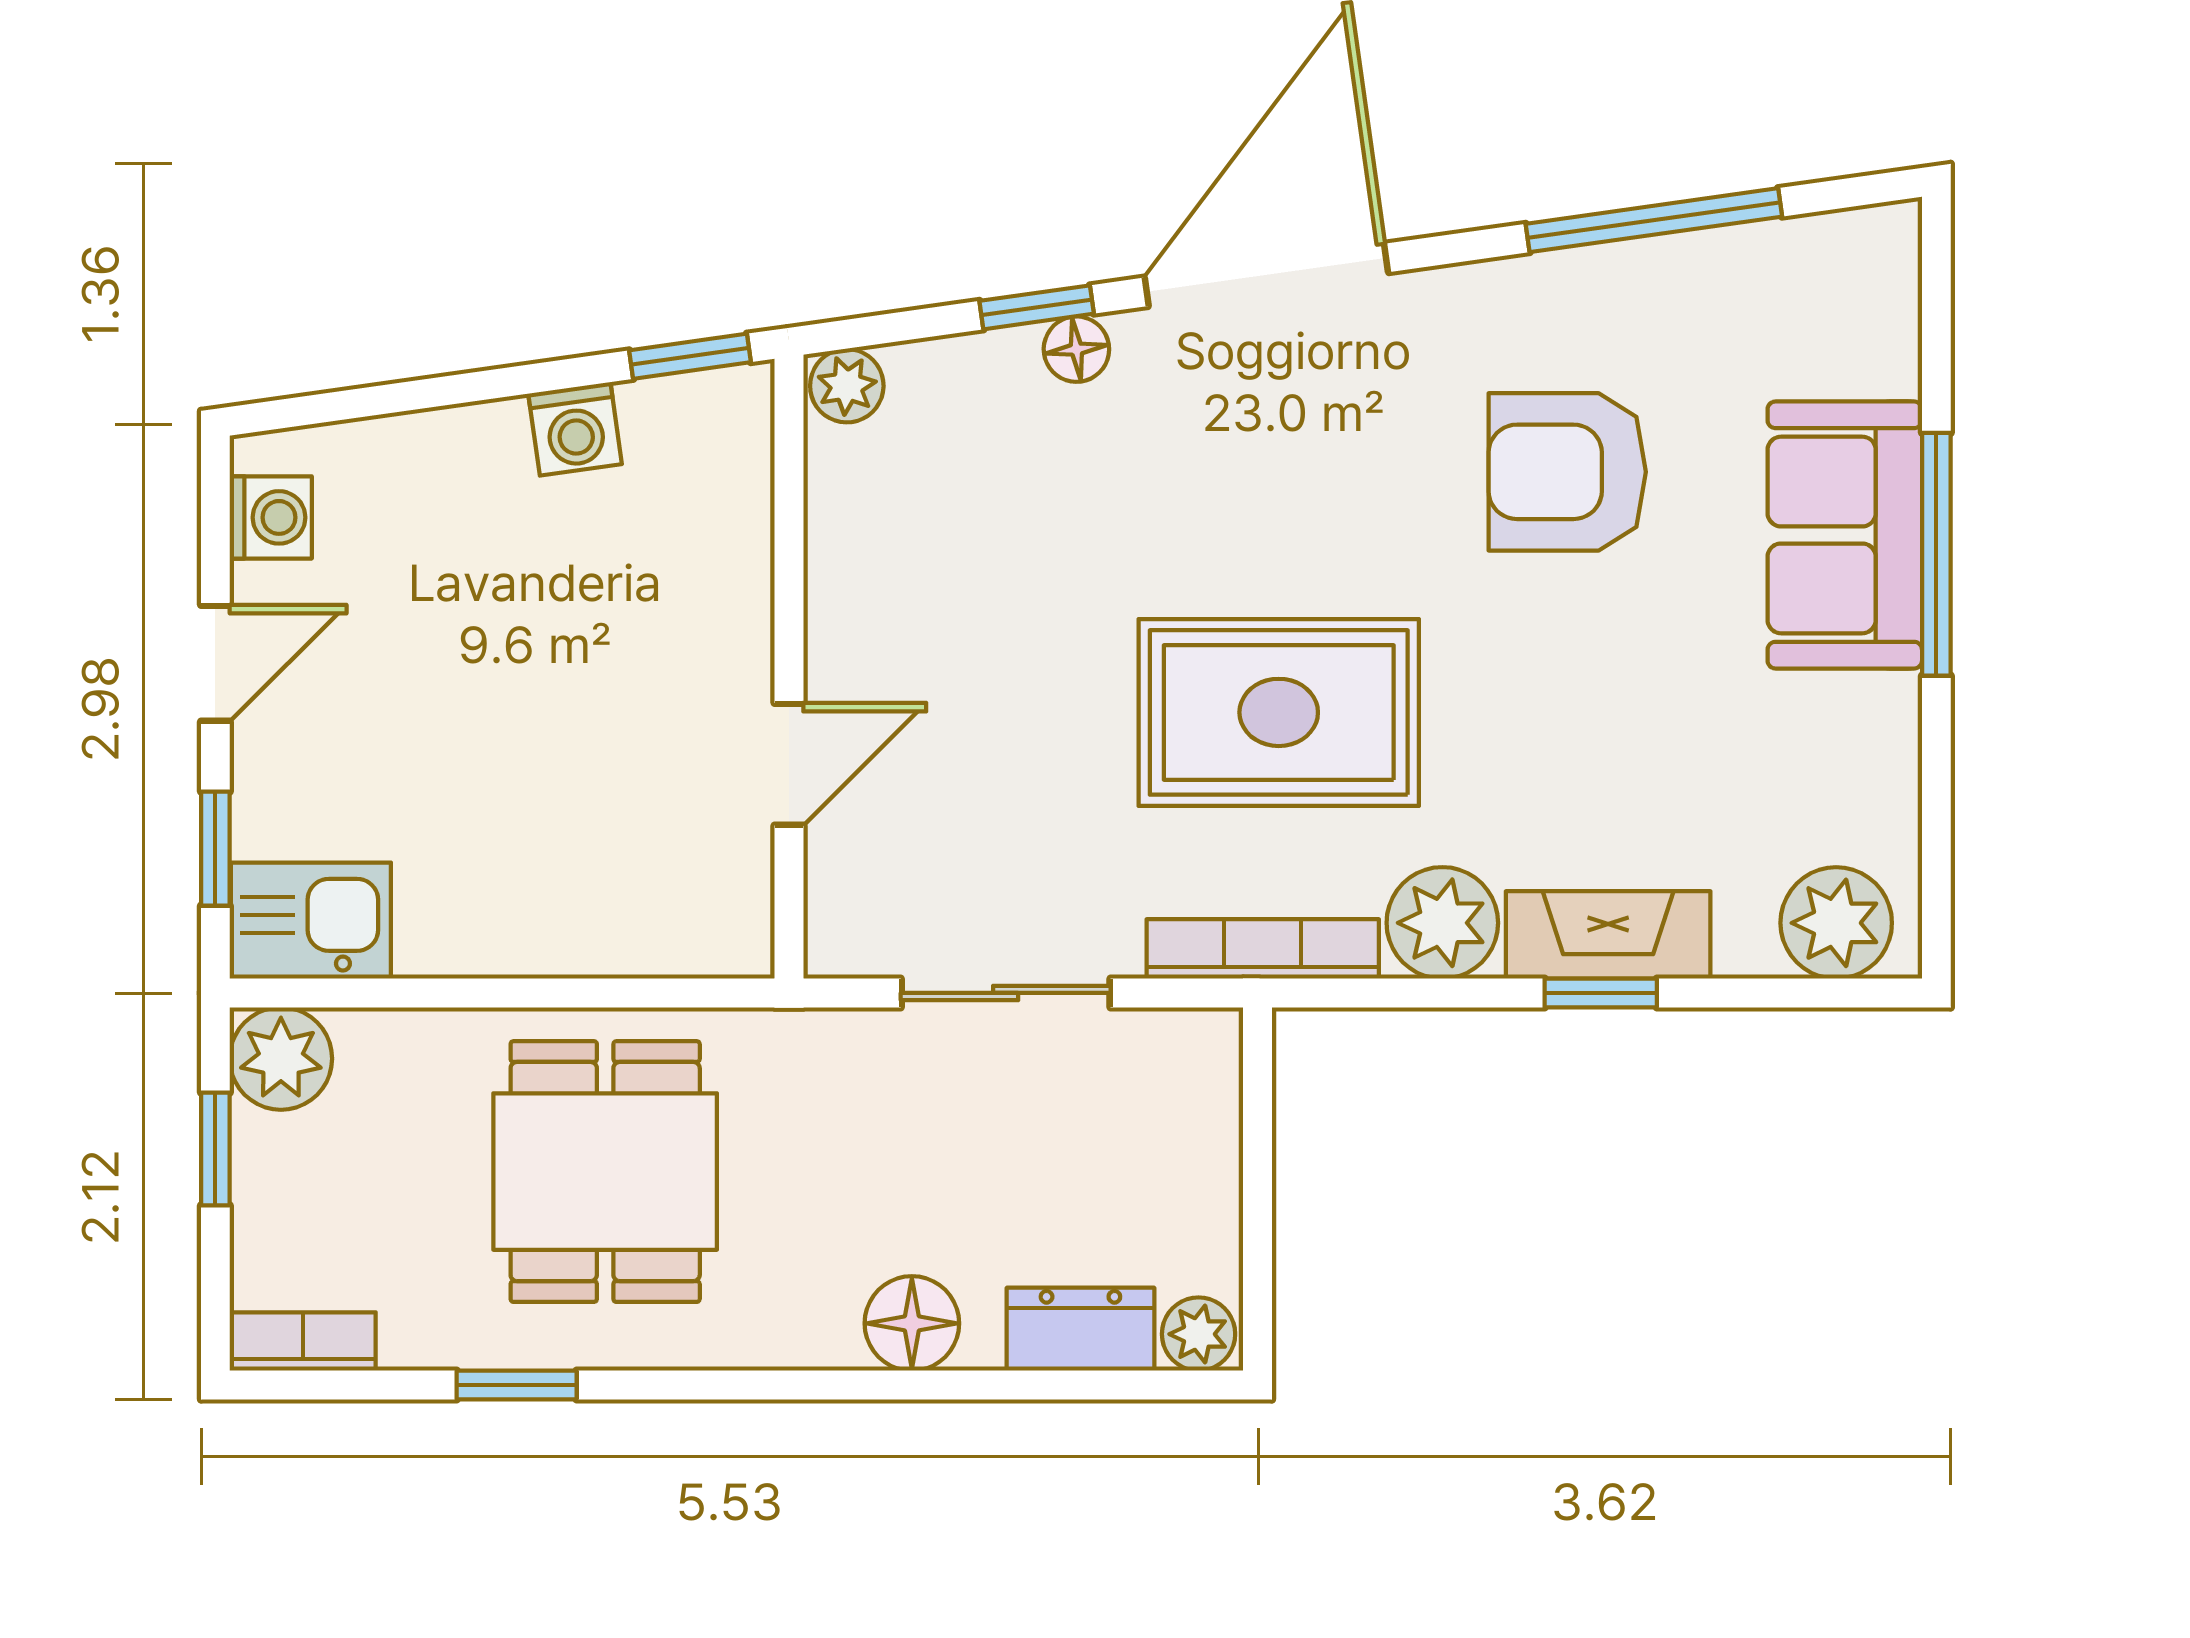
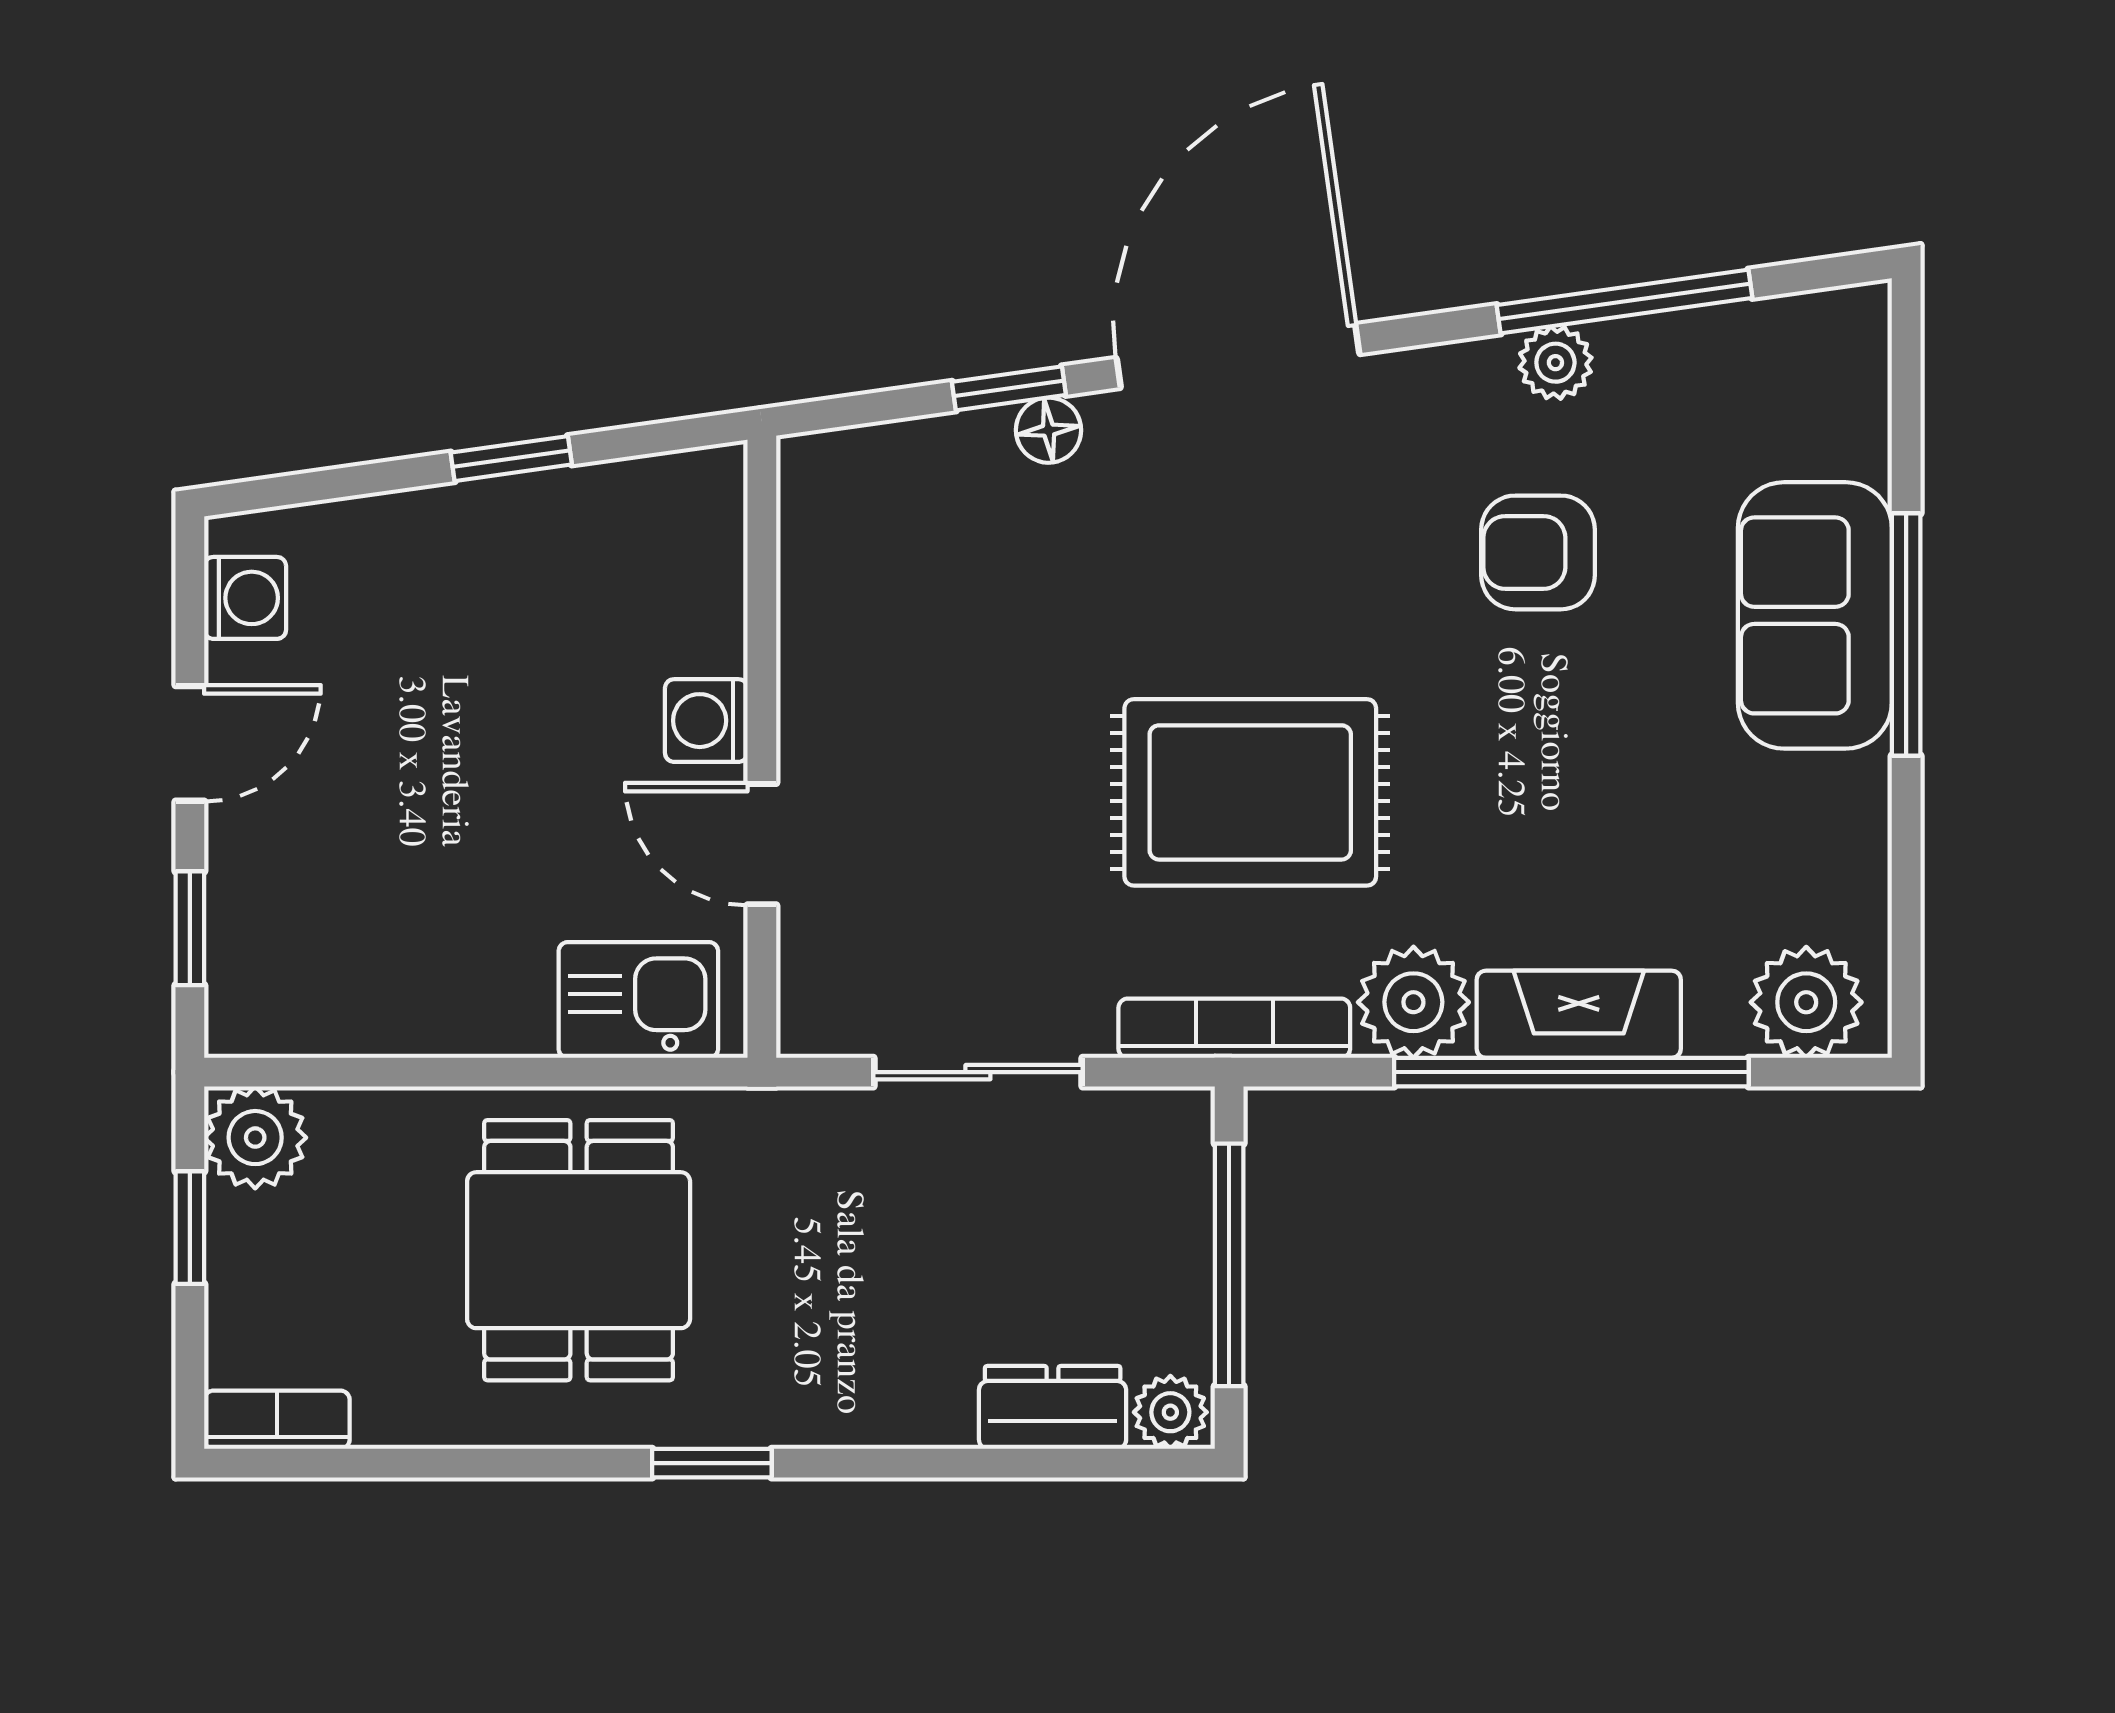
window: (690, 356) -> (511, 459), moved
plant: (847, 386) -> (1555, 363), moved
washing machine: (575, 429) -> (706, 721), moved, turned 98
armchair: (1567, 472) -> (1538, 552), width x0.72, depth x0.72
door: (789, 764) -> (762, 844), swing flipped
kitchen sink: (311, 921) -> (638, 1000), moved
window: (1601, 993) -> (1571, 1072), width x3.17
window: (1258, 1186) -> (1229, 1265), added
floor lamp: (912, 1323) -> (884, 1402), removed
window: (517, 1385) -> (712, 1463), moved

